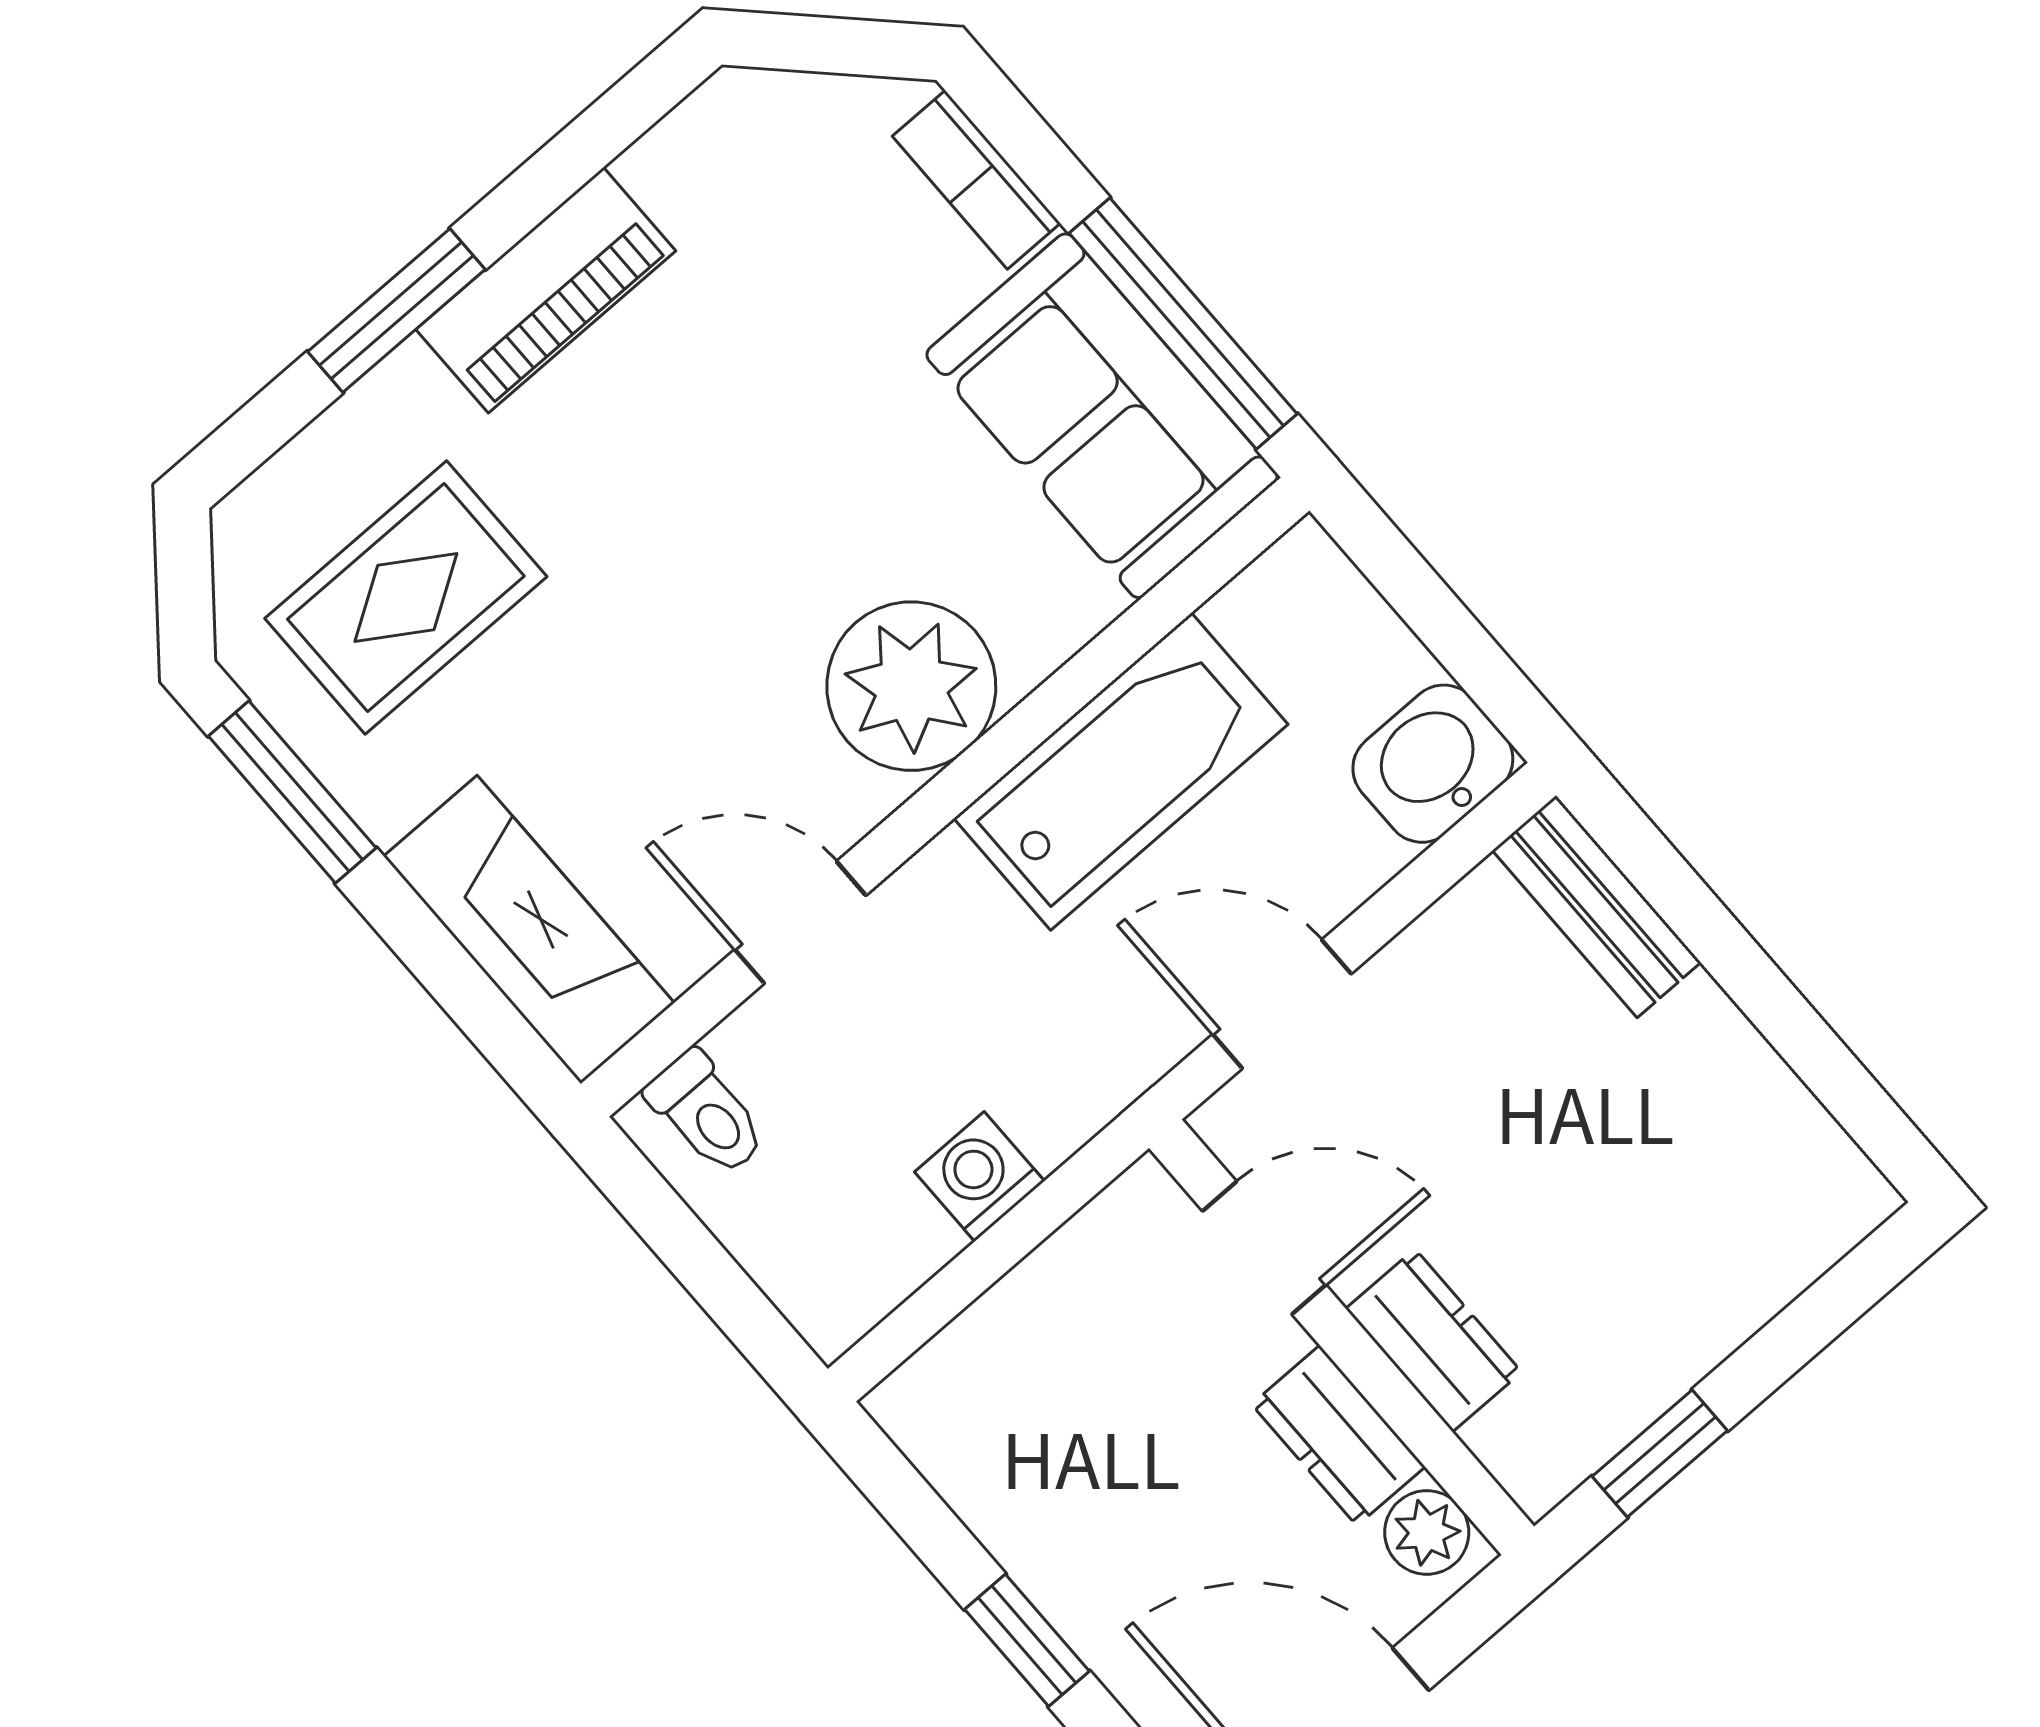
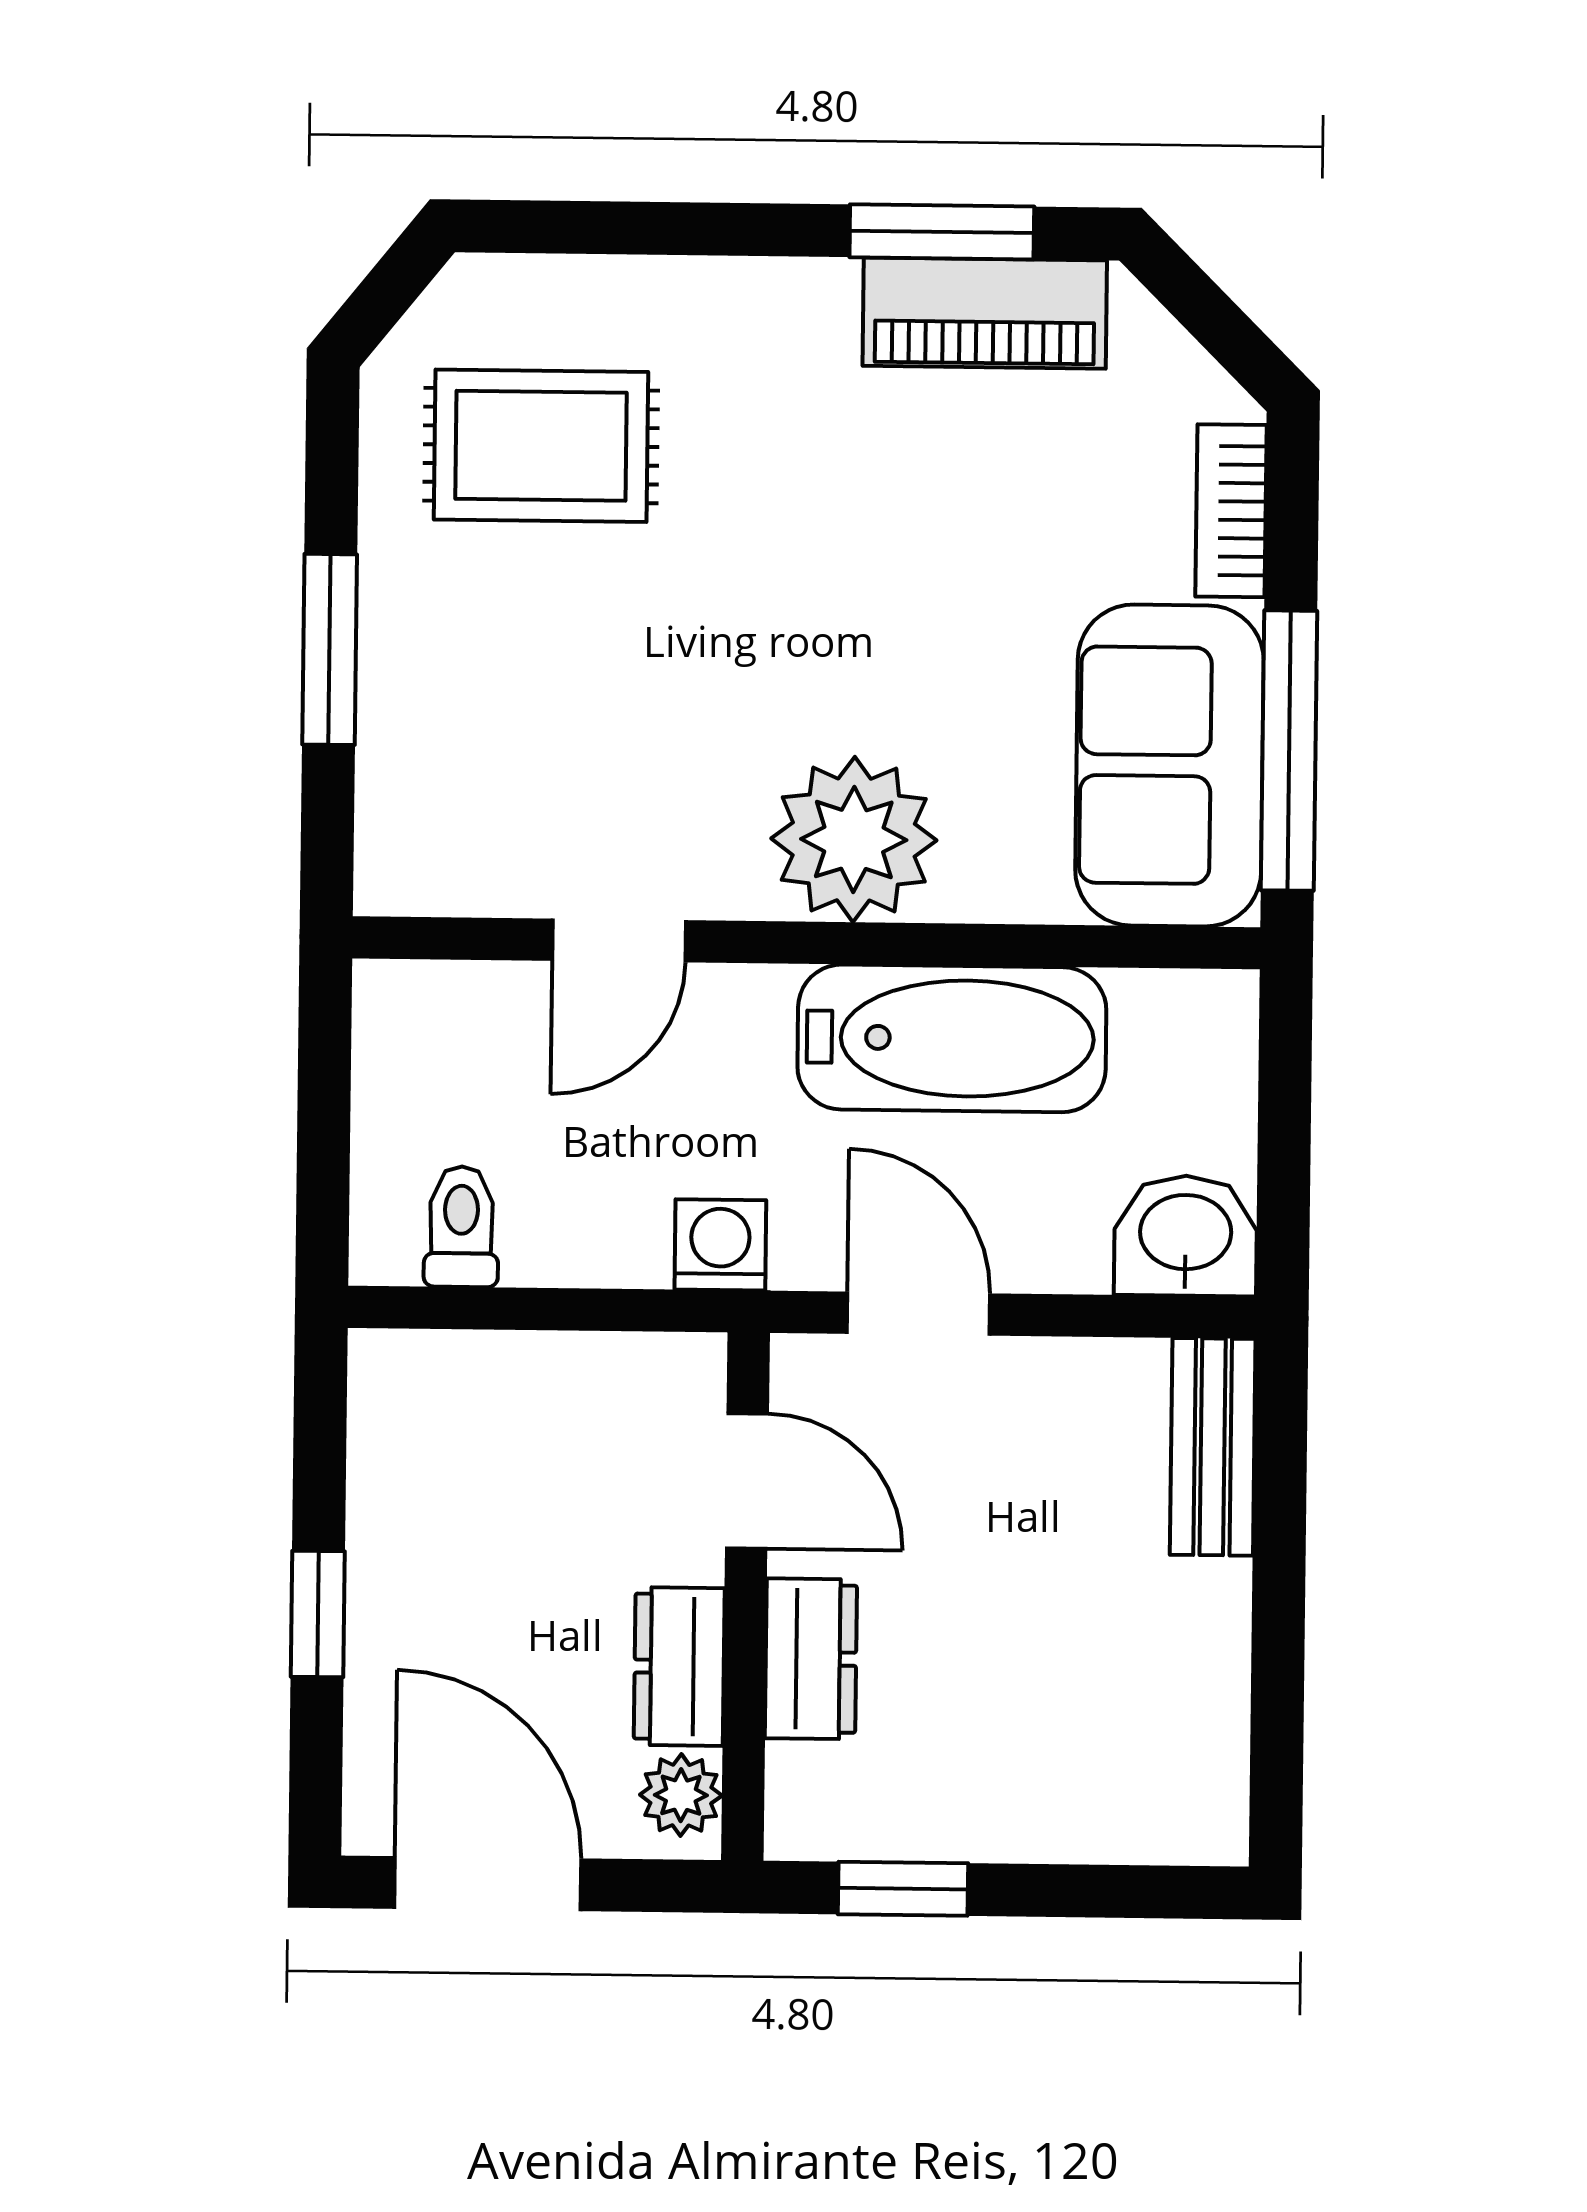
piano: (546, 290) -> (985, 313), moved
window: (396, 311) -> (942, 232), moved
window: (292, 792) -> (330, 649), moved
door: (800, 922) -> (619, 941), swing flipped
fireplace: (529, 930) -> (415, 769), removed
toilet: (707, 1113) -> (461, 1227), moved, turned 180
washing machine: (980, 1176) -> (720, 1245), moved

